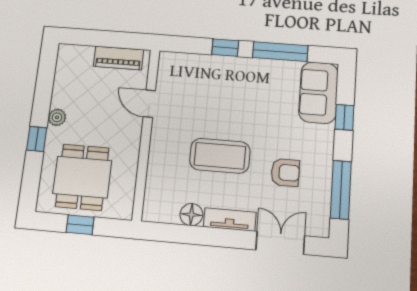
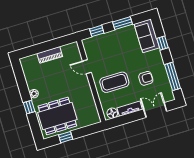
window: (280, 52) -> (123, 23), width x0.69
door: (149, 104) -> (87, 67), moved
wall: (146, 133) -> (91, 81), moved
dining table: (82, 177) -> (57, 116), width x1.38

